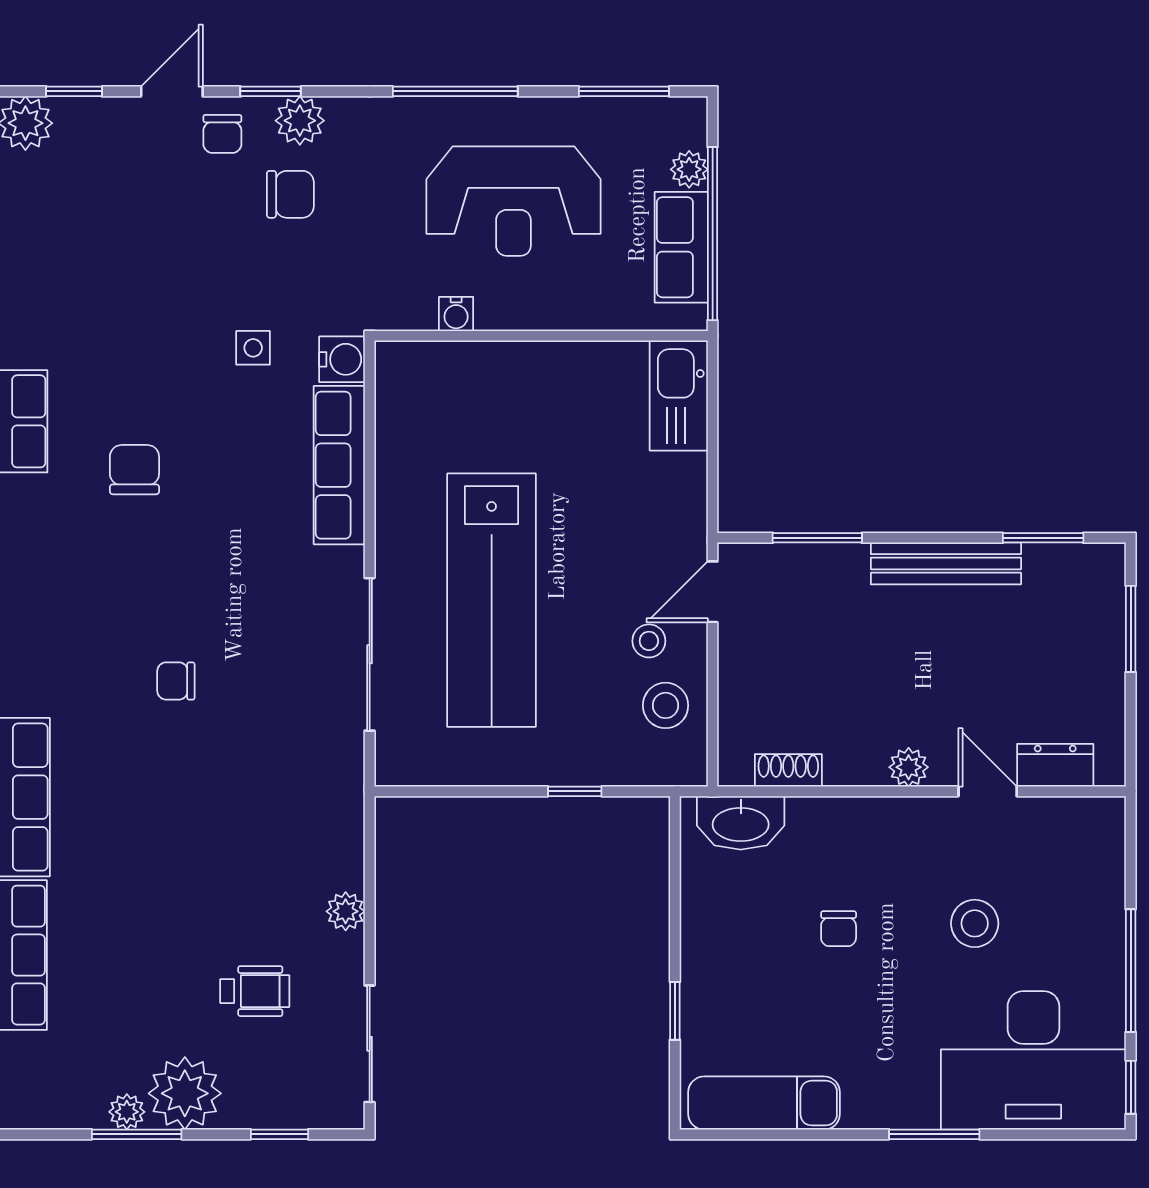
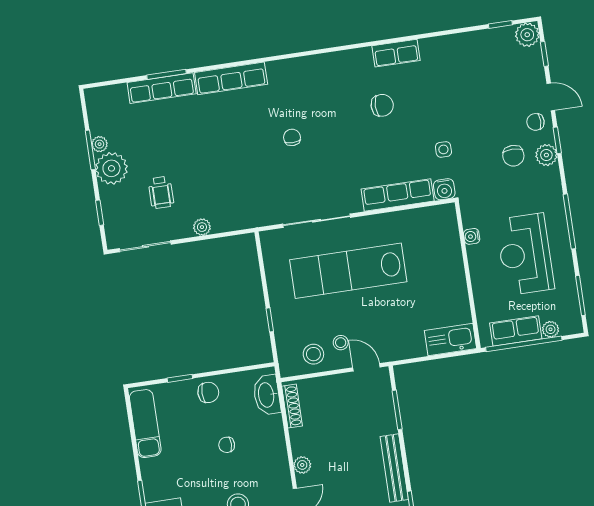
shoe rack: (788, 770) -> (292, 406), width x1.43
chair: (716, 952) -> (208, 392), added

